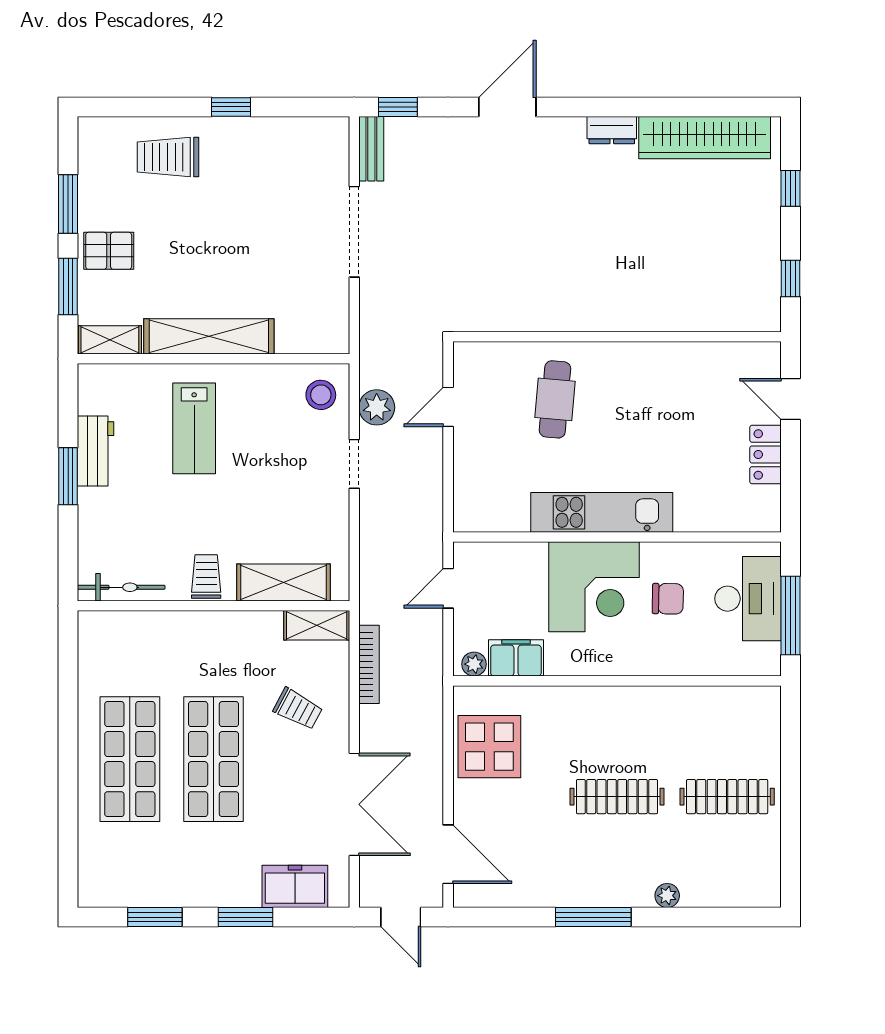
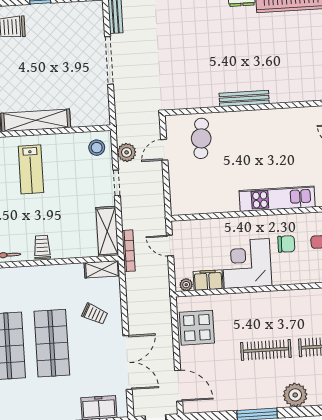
bench: (605, 319) -> (244, 98), added
cafe table: (555, 399) -> (201, 138), moved
kitchen unit: (602, 512) -> (277, 199), moved
shelving: (284, 582) -> (107, 231), moved, turned 90
corner desk: (594, 587) -> (247, 264), moved, turned 180
door: (448, 588) -> (170, 246), hinge flipped
bookcase: (369, 664) -> (128, 251), moved
plant: (667, 896) -> (295, 395), width x1.88, depth x1.88

